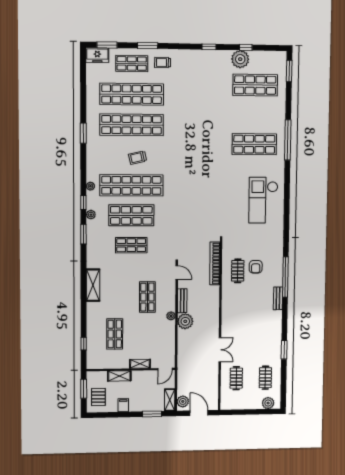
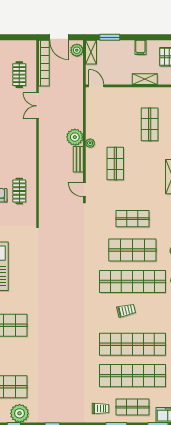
bookcase: (215, 263) -> (44, 63), moved
shelving: (140, 364) -> (123, 92), removed
door: (165, 369) -> (96, 86), hinge flipped

